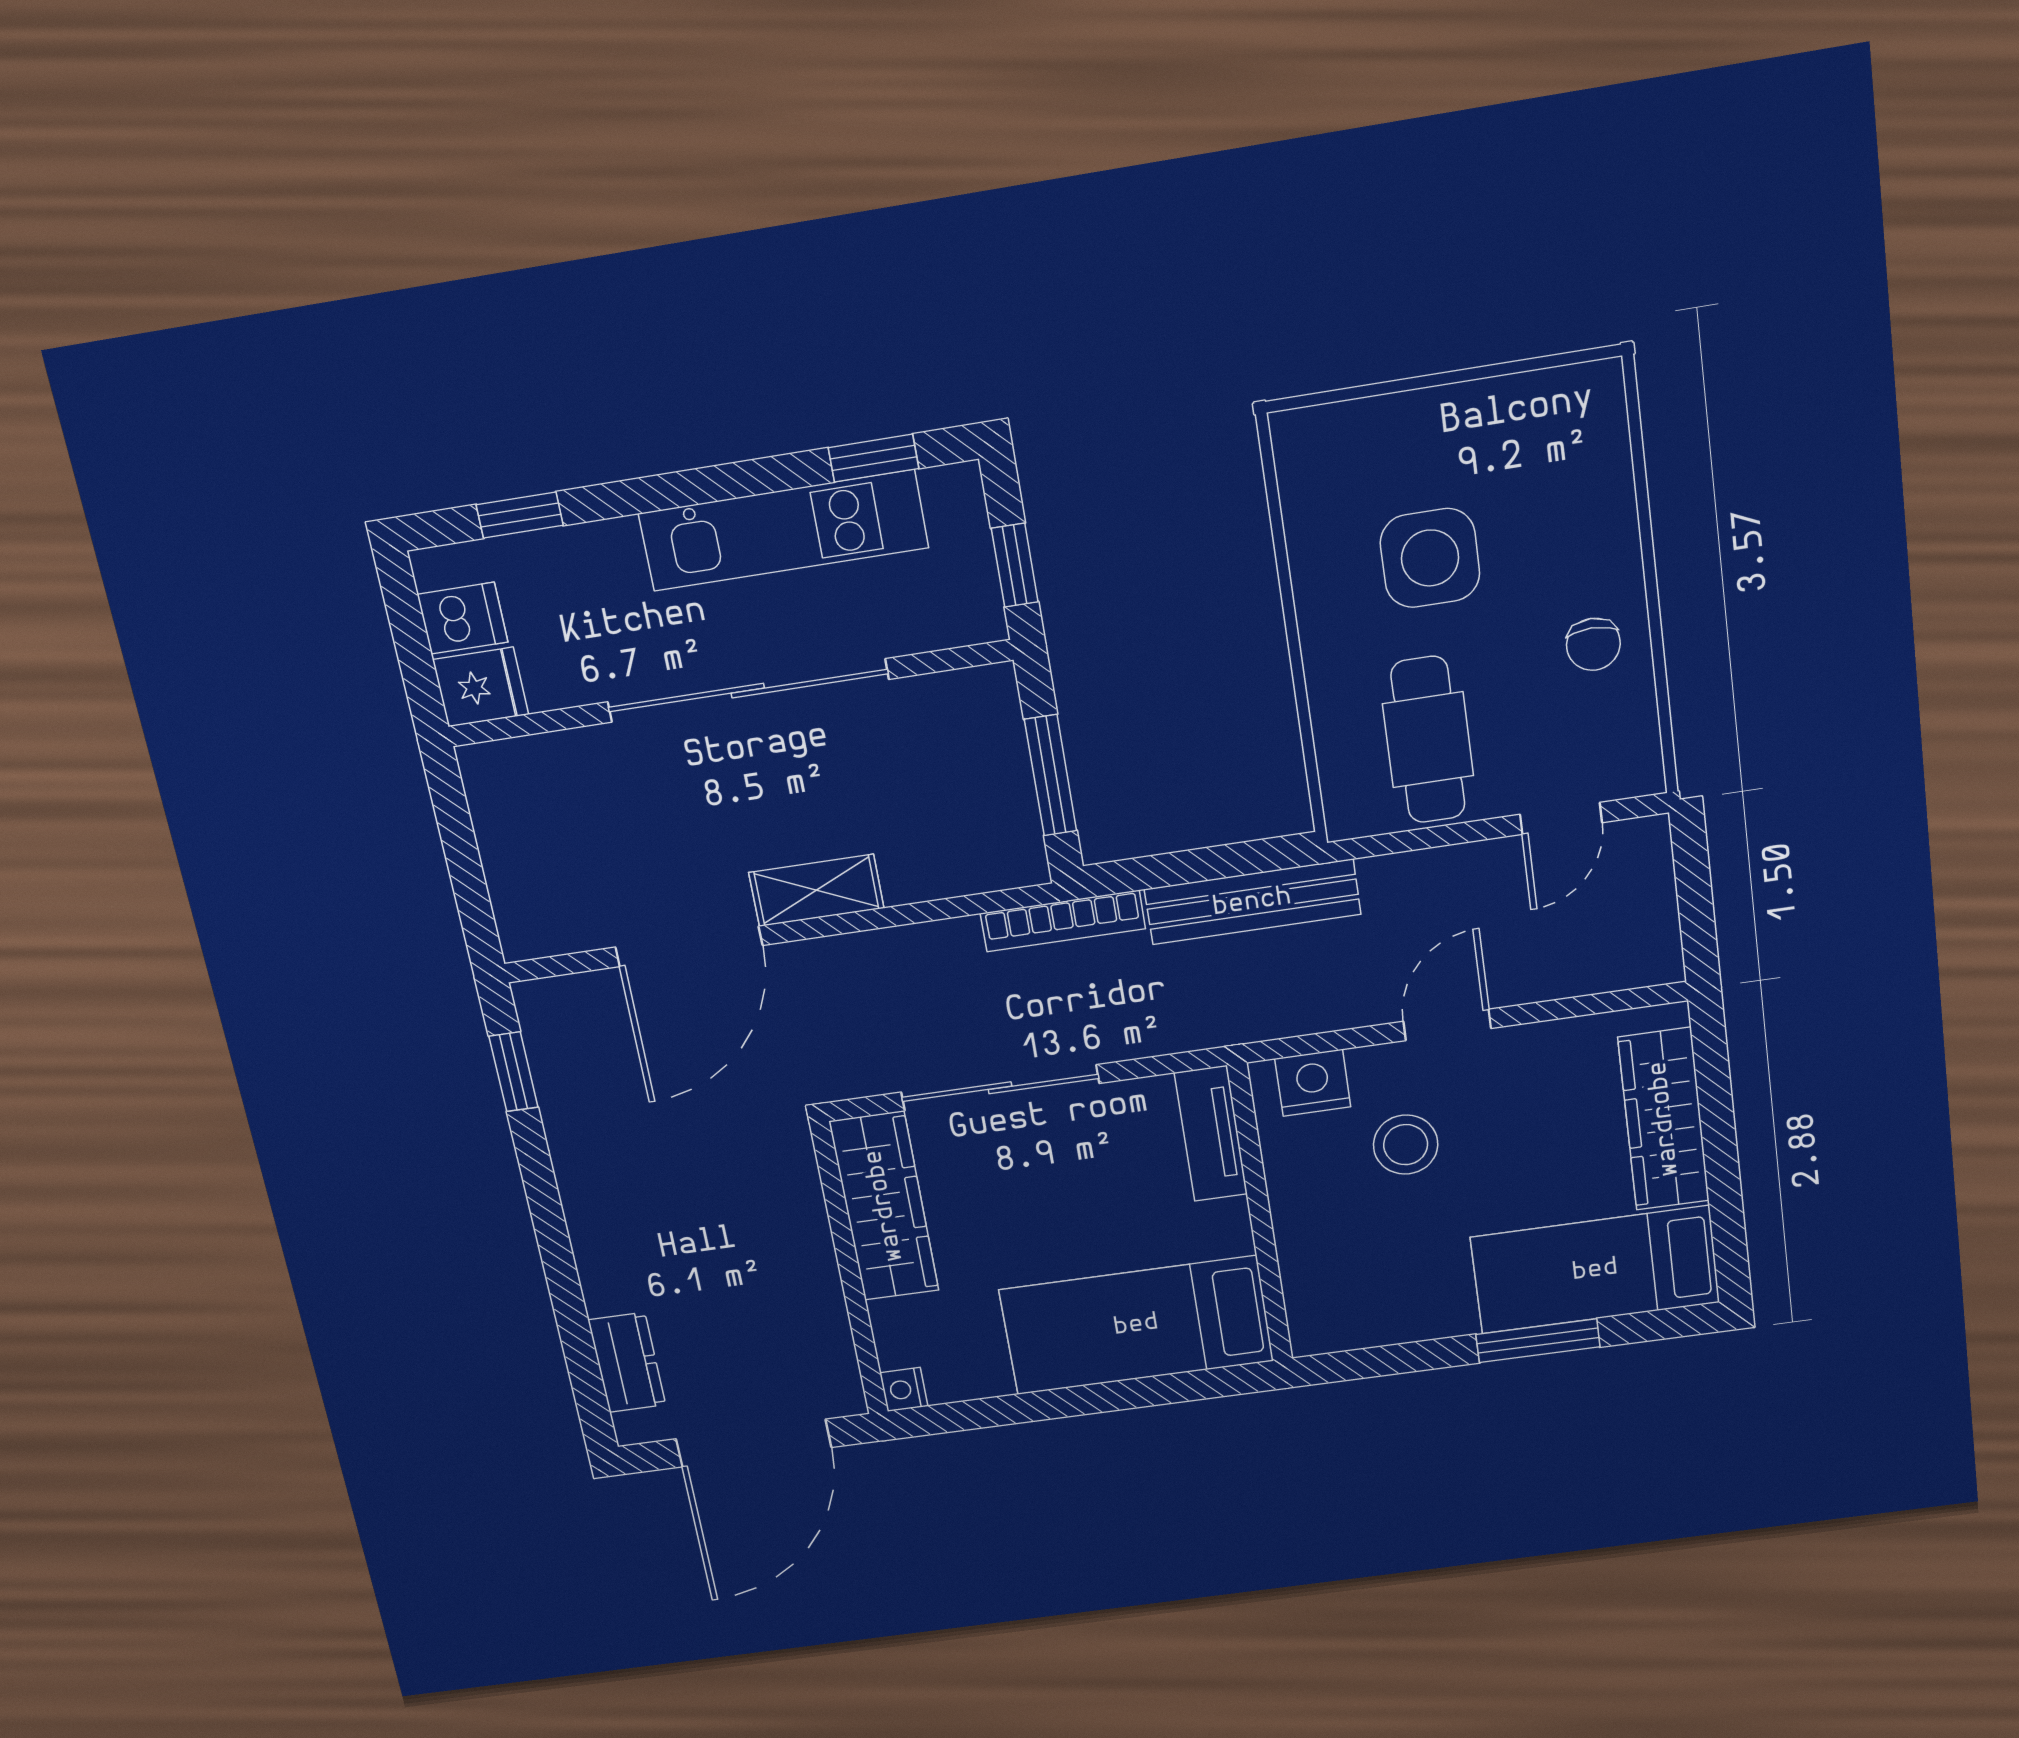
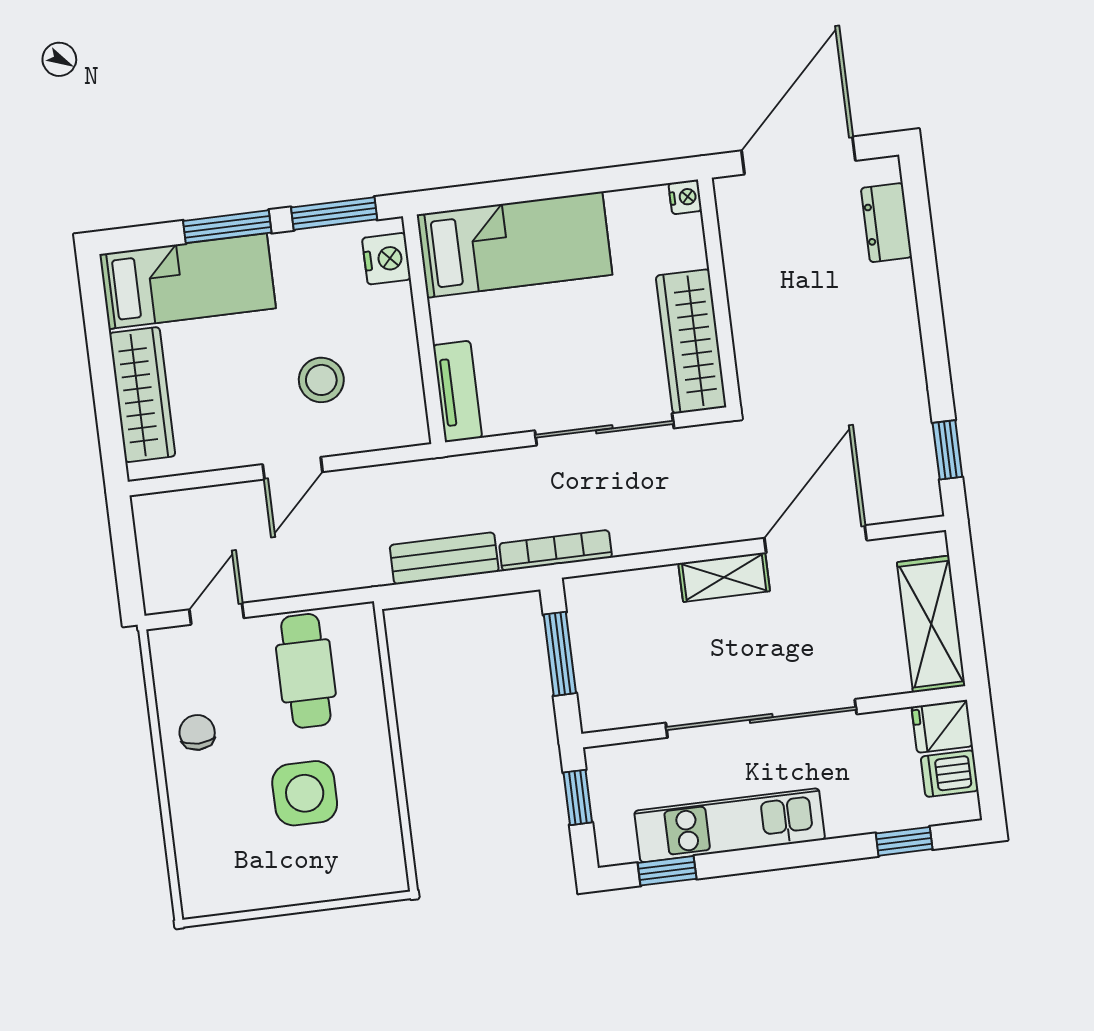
shelving: (512, 833) -> (931, 624), added
bench: (1252, 902) -> (444, 558), width x0.73
nightstand: (1313, 1083) -> (387, 259), moved, turned -90
window: (1388, 1360) -> (334, 213), added

